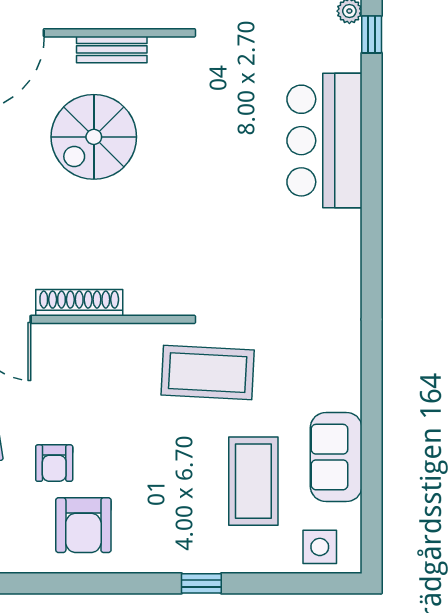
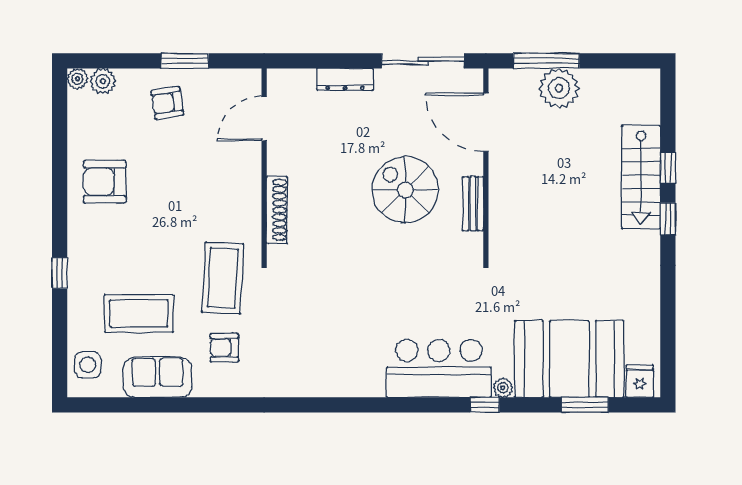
bar counter: (324, 141) -> (439, 368), moved
shoe rack: (79, 303) -> (277, 210), moved
armchair: (54, 463) -> (224, 348), moved

